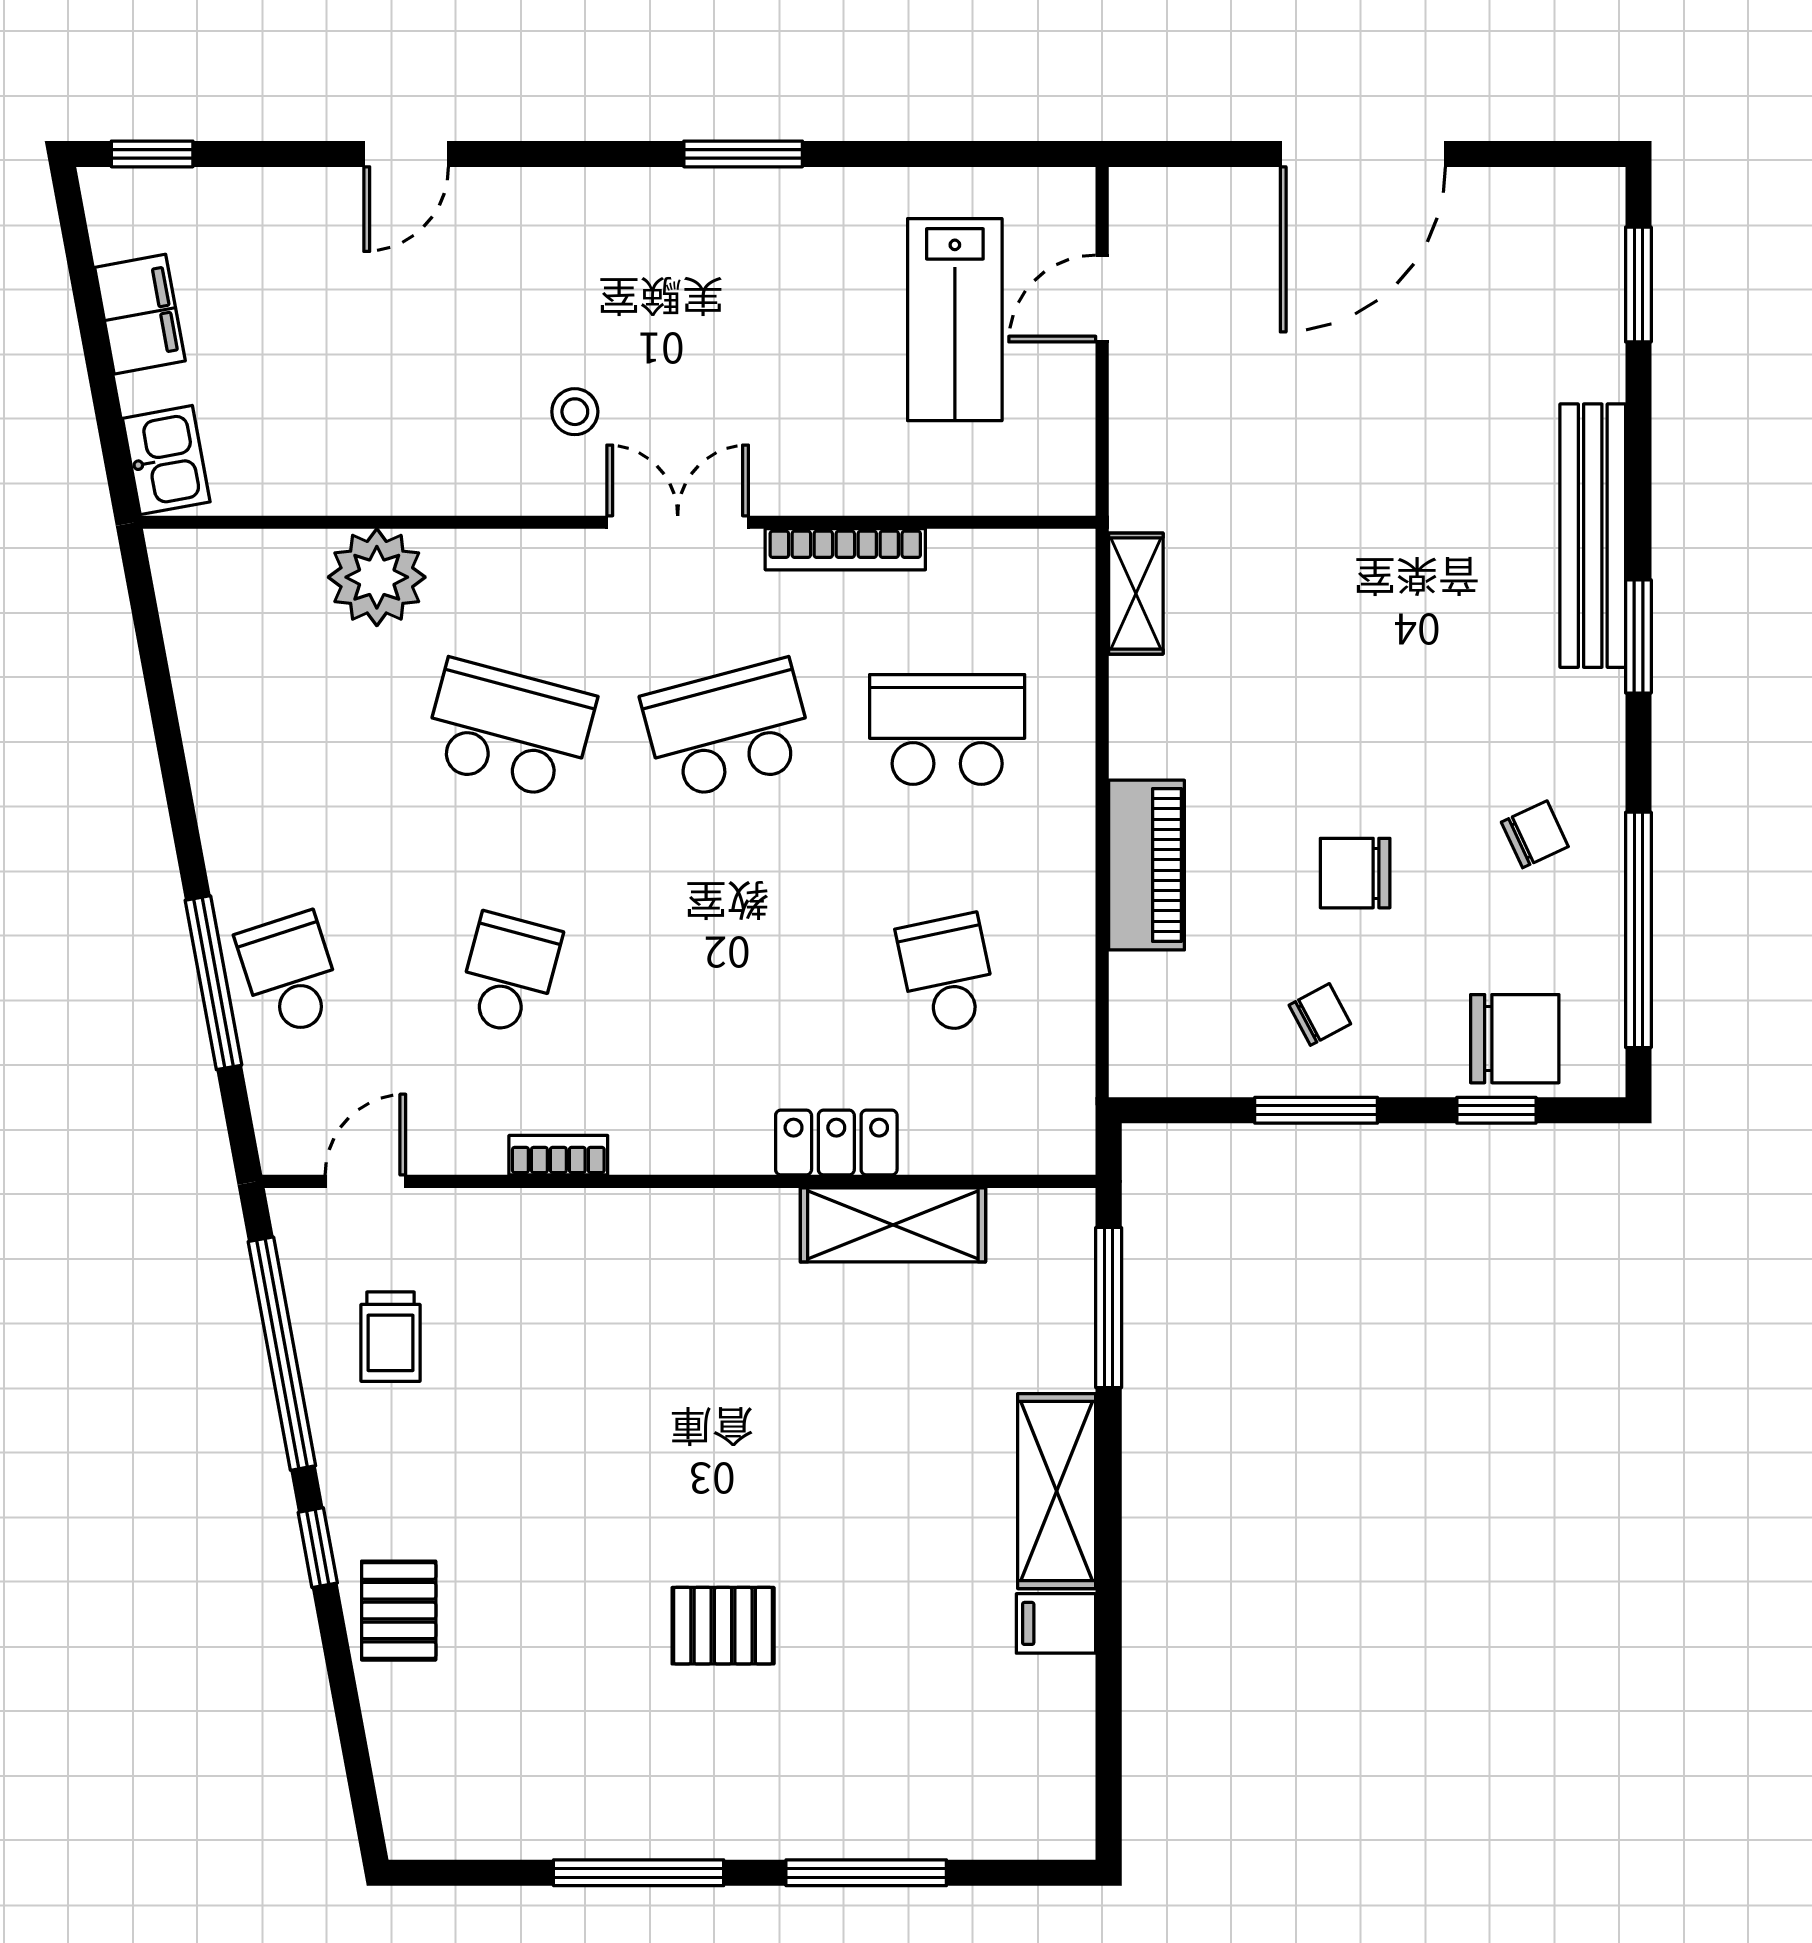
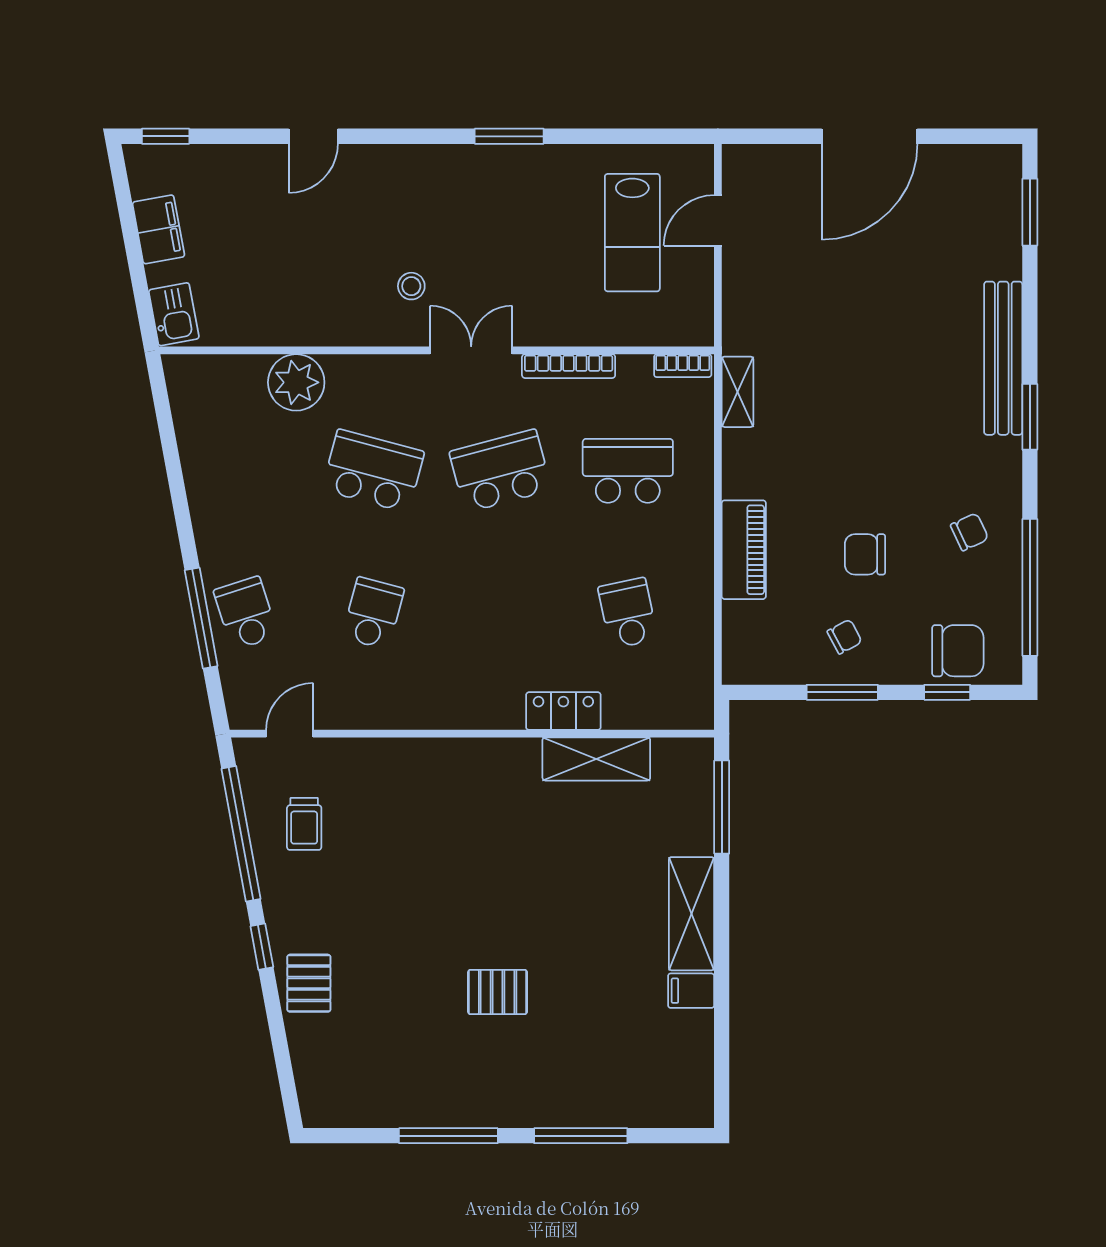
bookcase: (558, 1155) -> (683, 366), moved, turned 180

